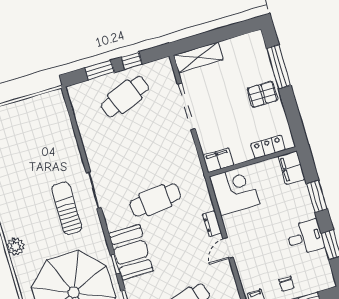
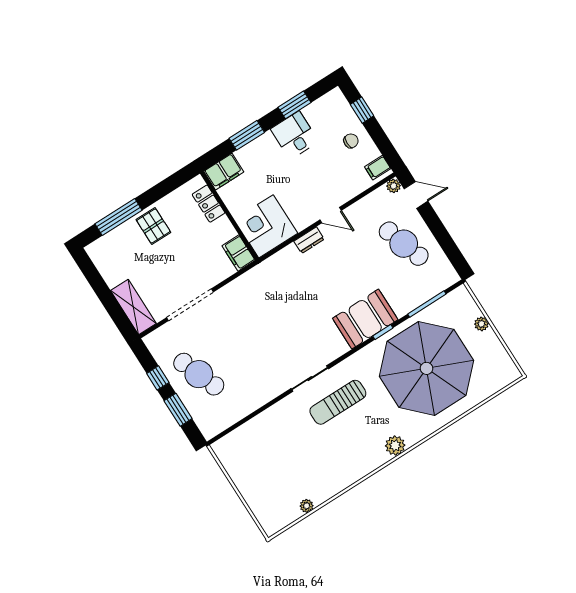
cafe table: (155, 200) -> (301, 309), removed

